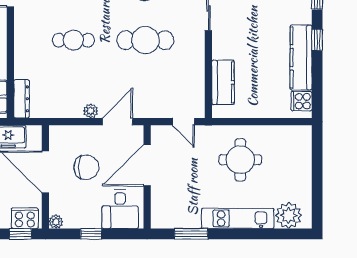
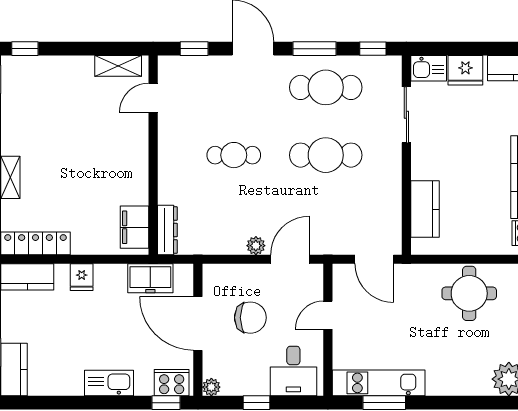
door: (183, 122) -> (374, 259), width x1.38
round table: (240, 160) -> (469, 293), moved
door: (147, 165) -> (328, 315), width x0.53
kitchen unit: (238, 218) -> (379, 383), moved

